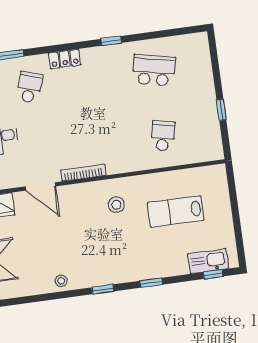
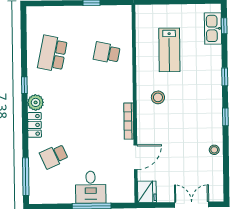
plant: (92, 57) -> (36, 102), added
school desk: (29, 87) -> (54, 156), turned -42

